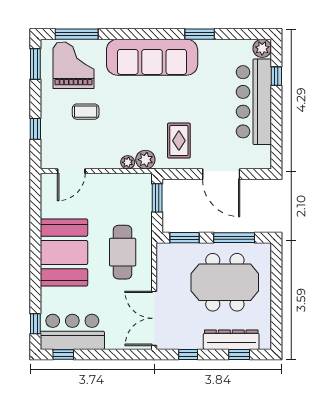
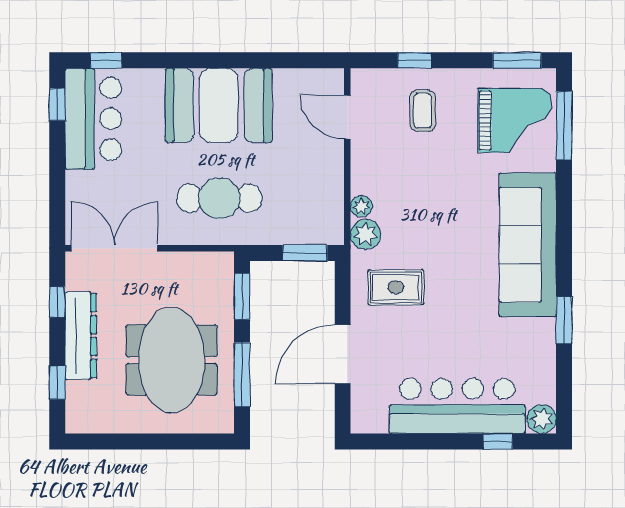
coffee table: (86, 112) -> (423, 111), moved
dresser: (231, 340) -> (81, 336), moved

